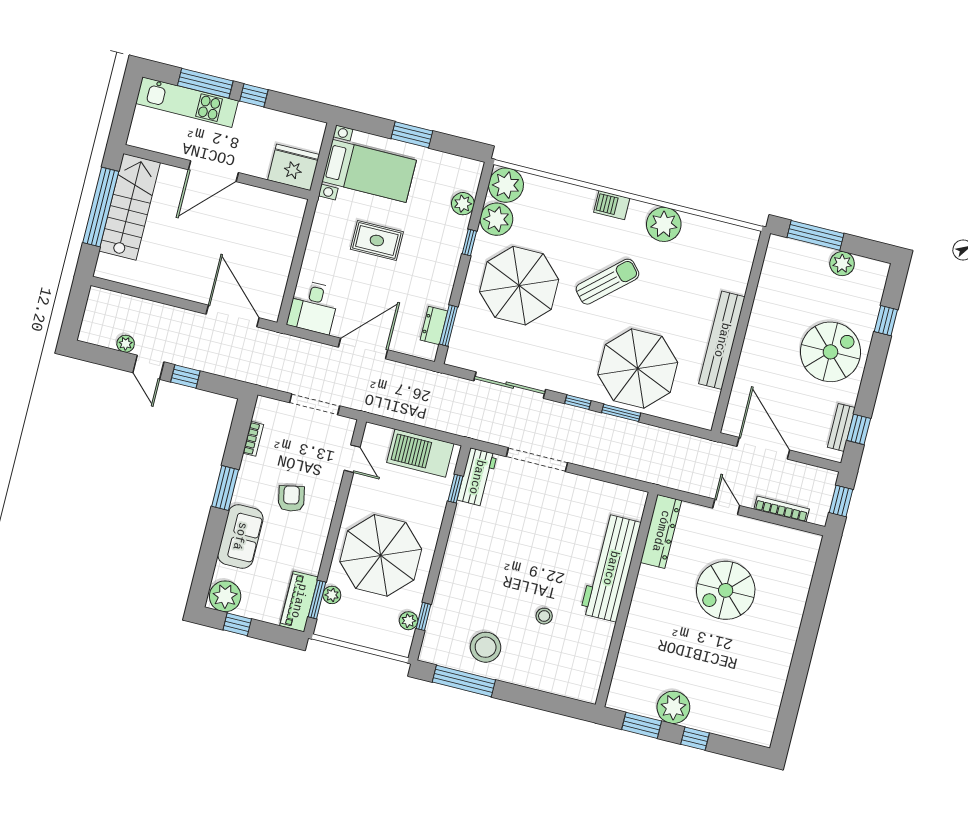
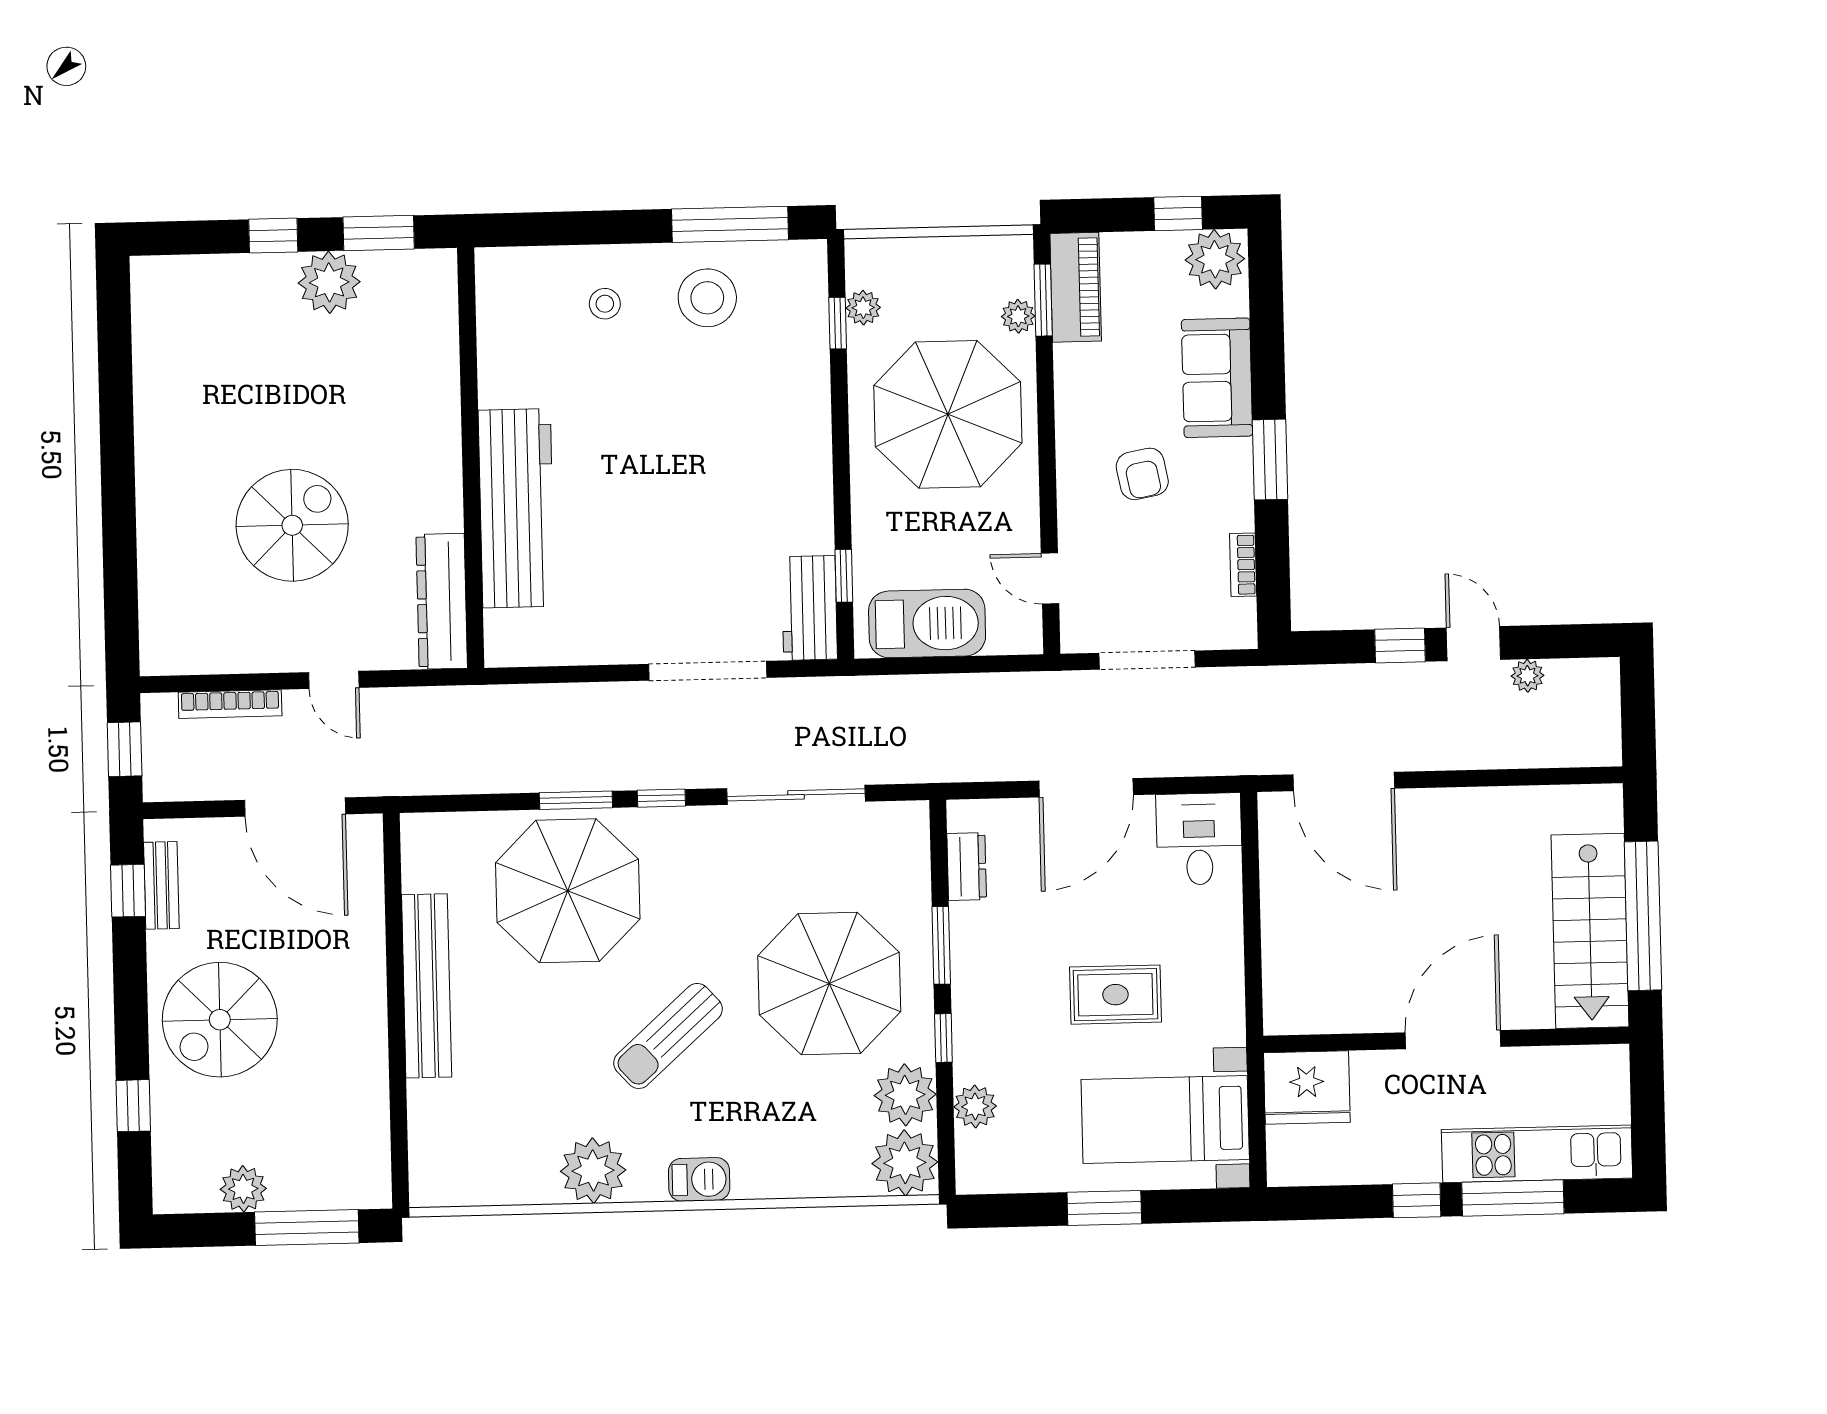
window: (449, 326) -> (941, 945), moved
stool: (544, 616) -> (605, 304), moved

